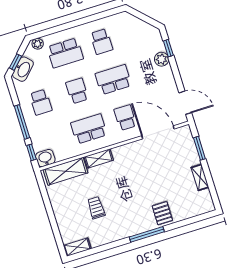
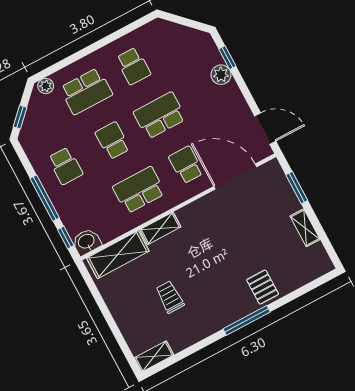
washbasin: (23, 69) -> (32, 125), removed

